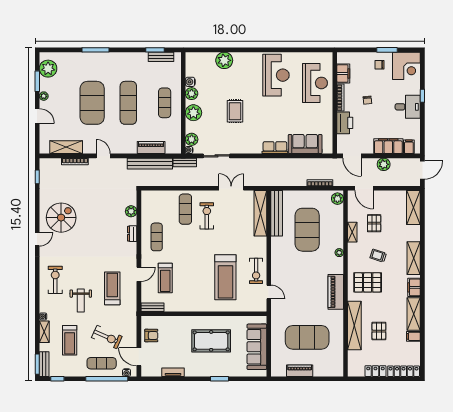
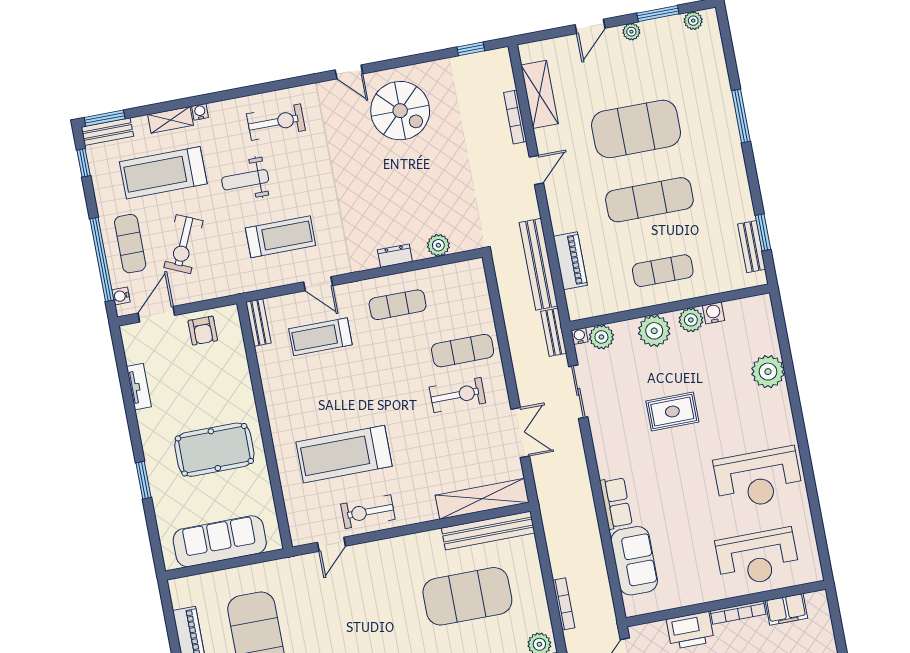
plant: (48, 69) -> (693, 21), width x0.53, depth x0.53
treadmill: (70, 340) -> (163, 173), width x1.37, depth x1.38
pool table: (211, 341) -> (214, 450), turned 90

